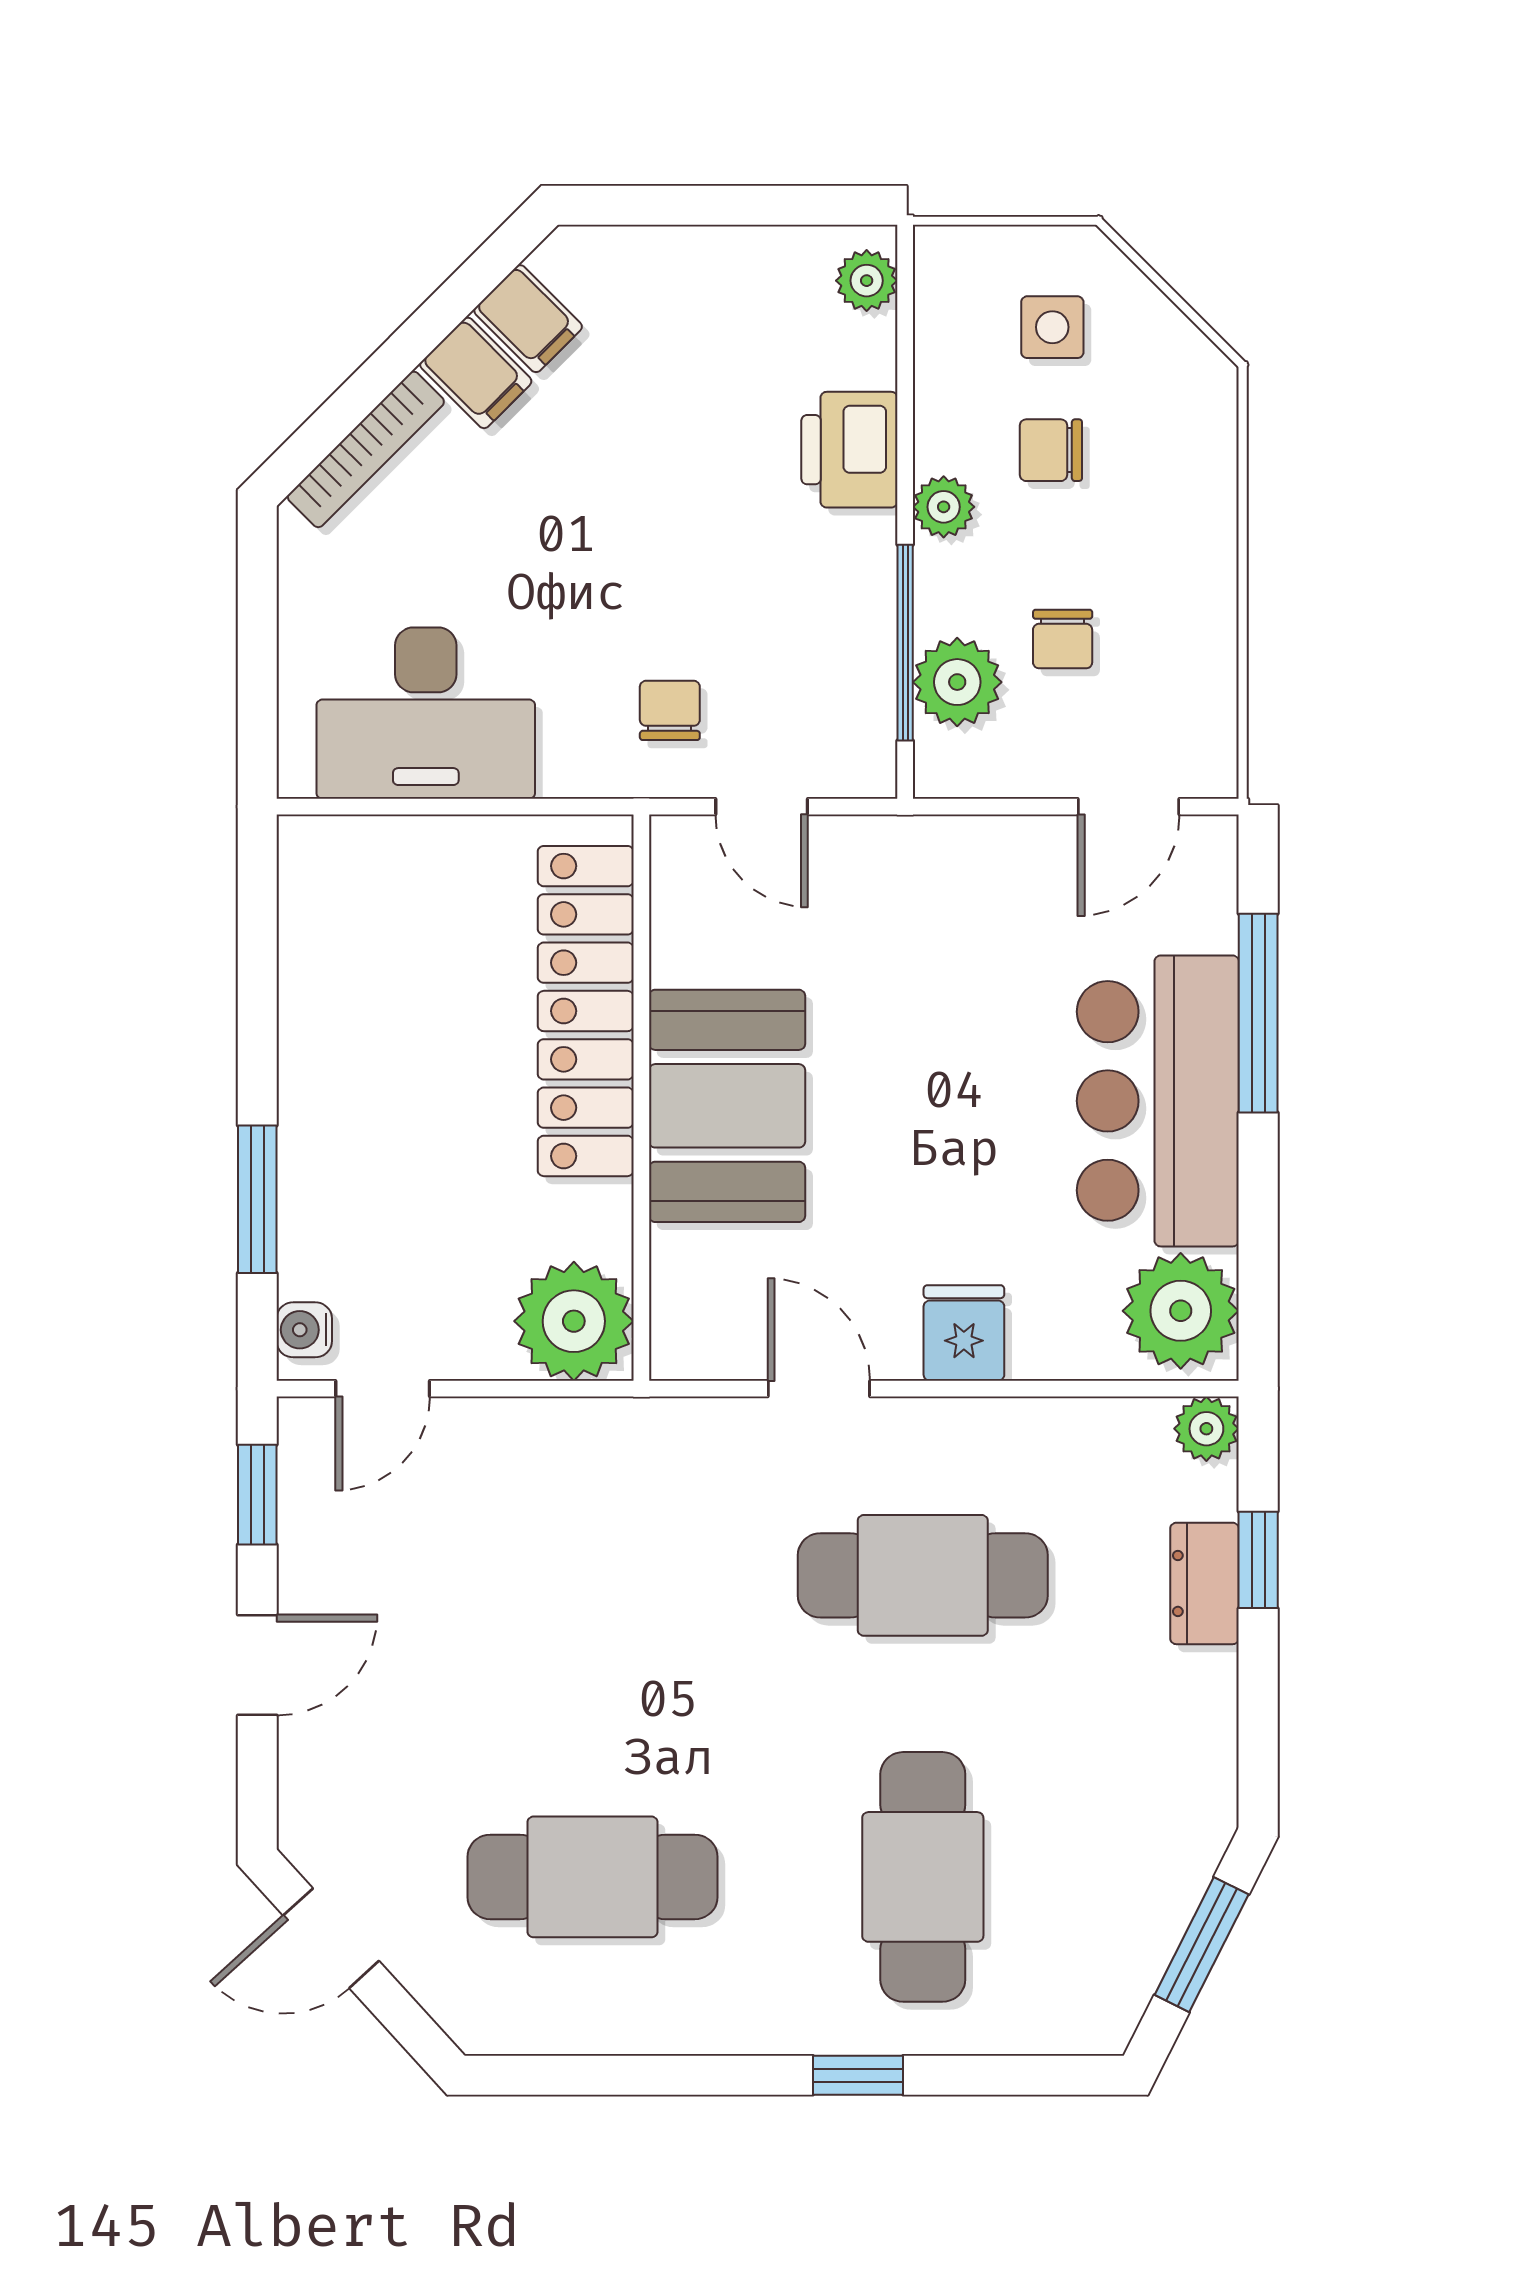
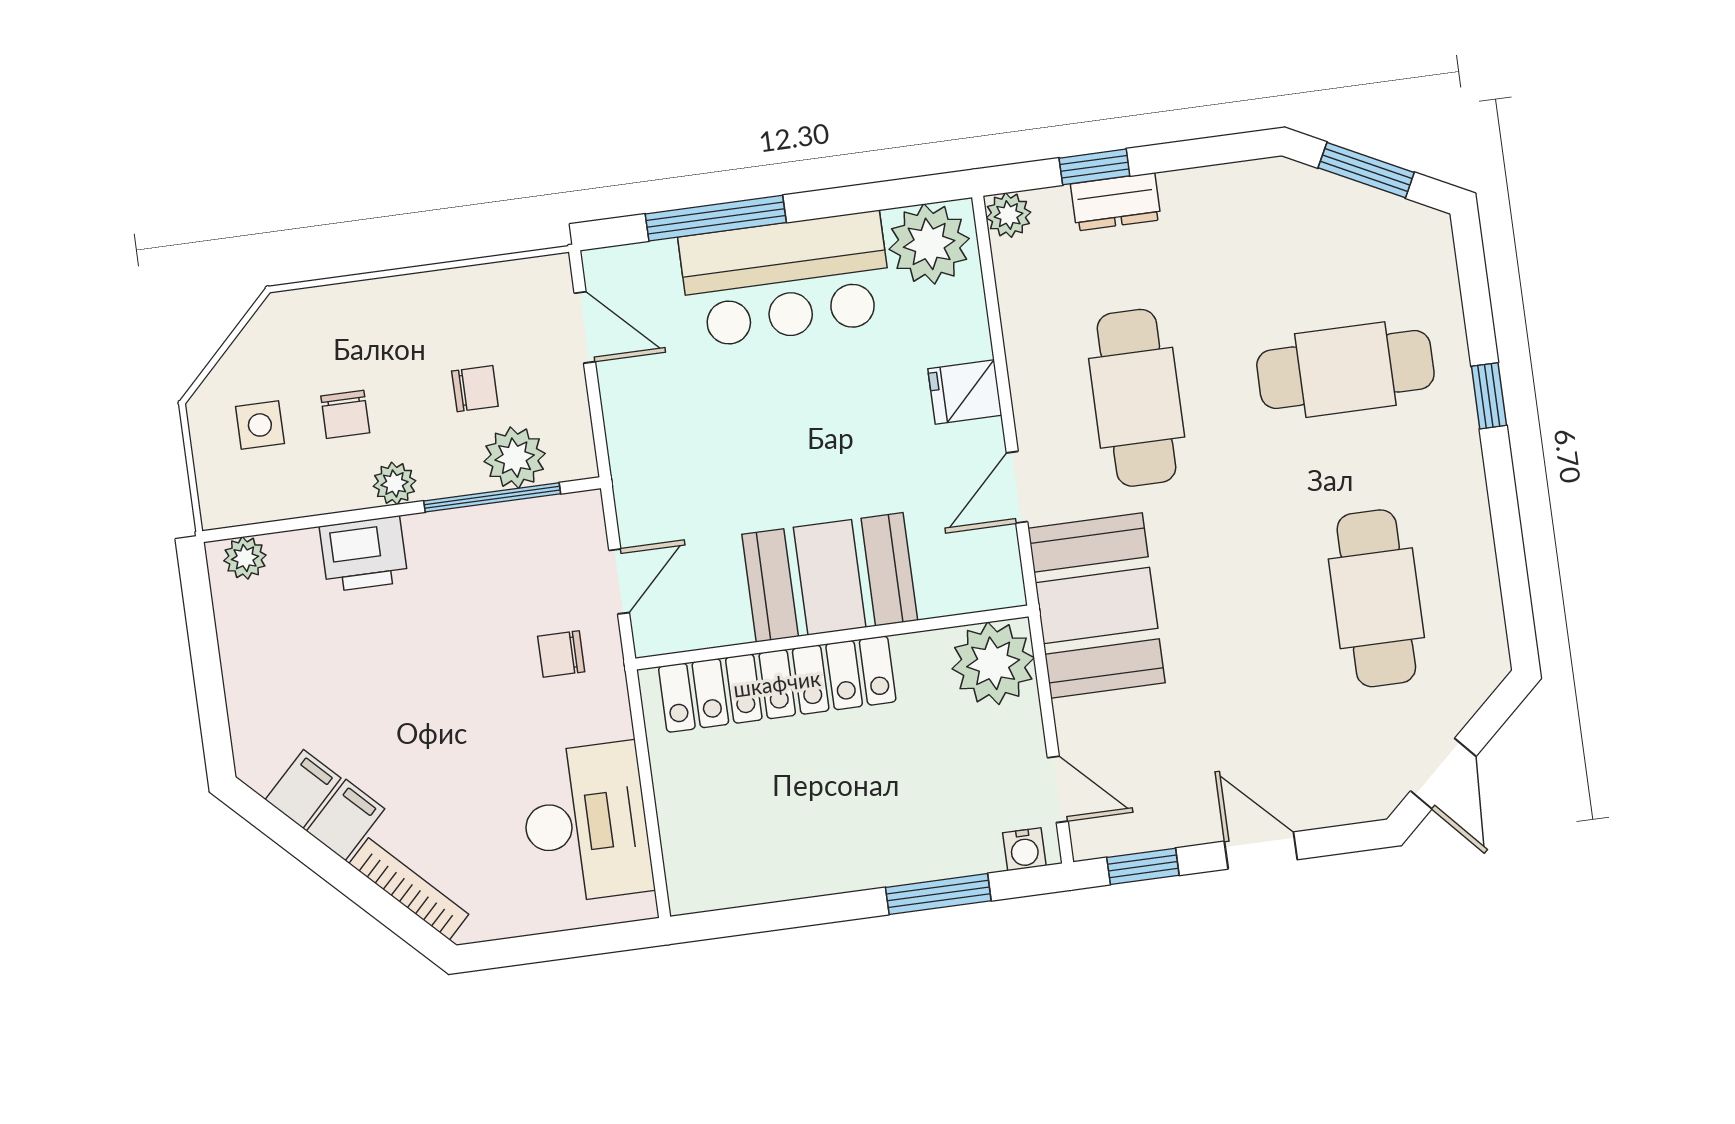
booth: (636, 1479) -> (1097, 605), added

